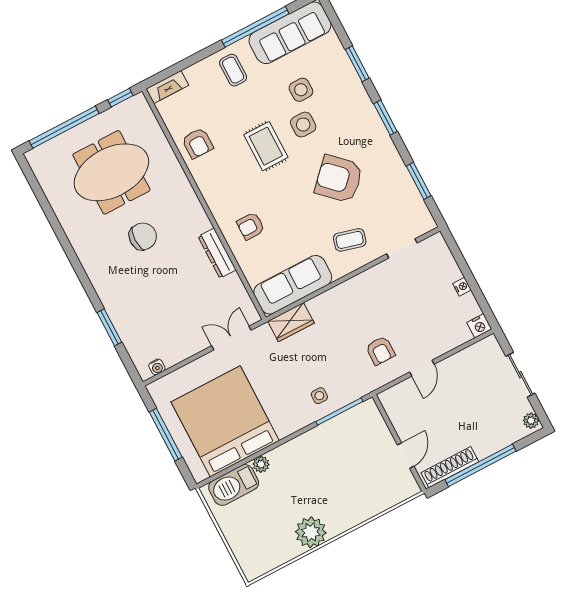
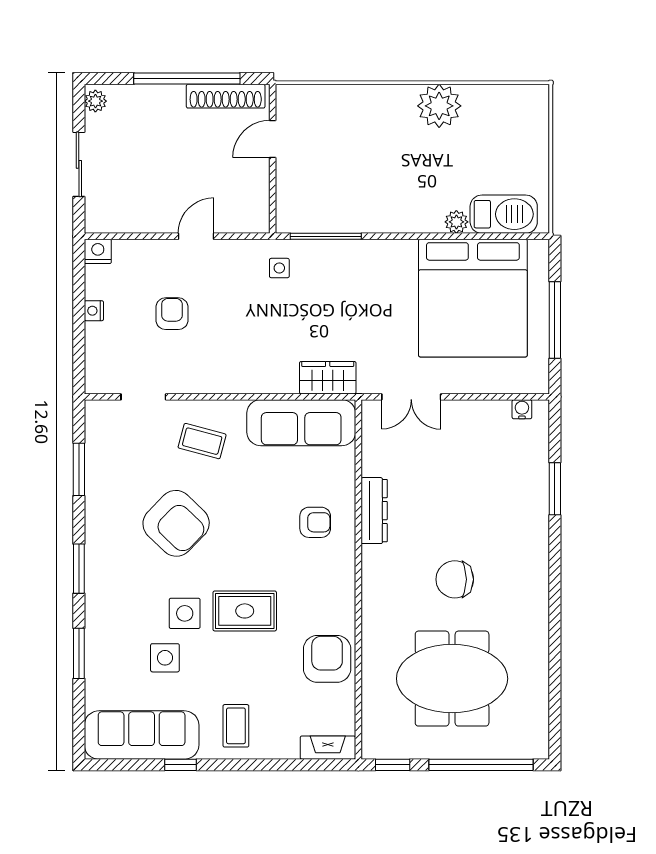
window: (255, 27) -> (181, 765), width x0.32
armchair: (197, 143) -> (327, 659), width x1.38, depth x1.38
rug: (266, 146) -> (245, 611), turned 90
armchair: (380, 351) -> (172, 314), moved
side table: (319, 396) -> (279, 268), moved

